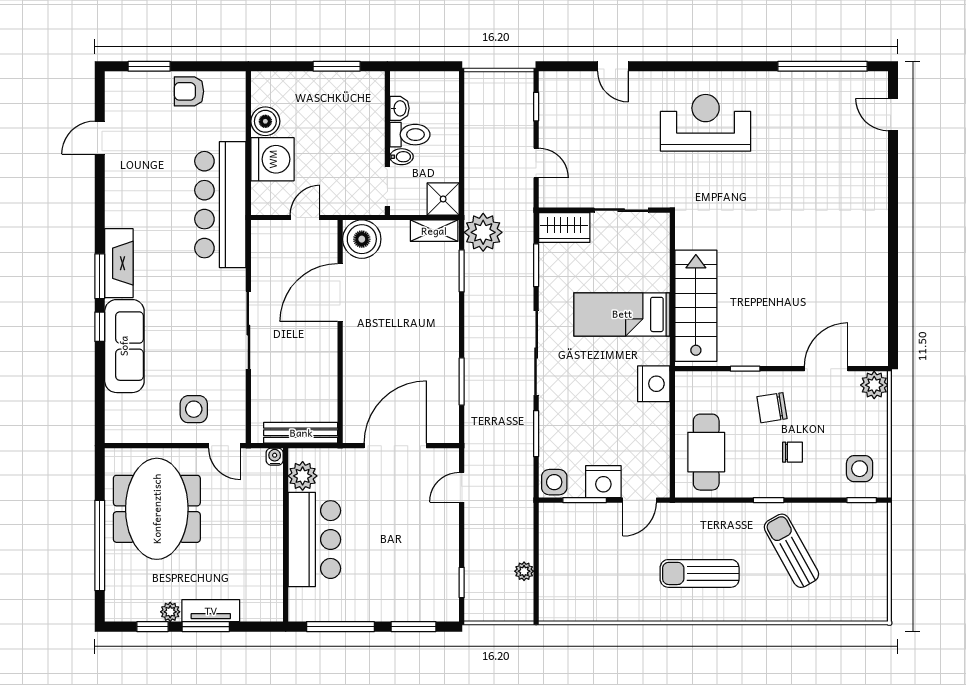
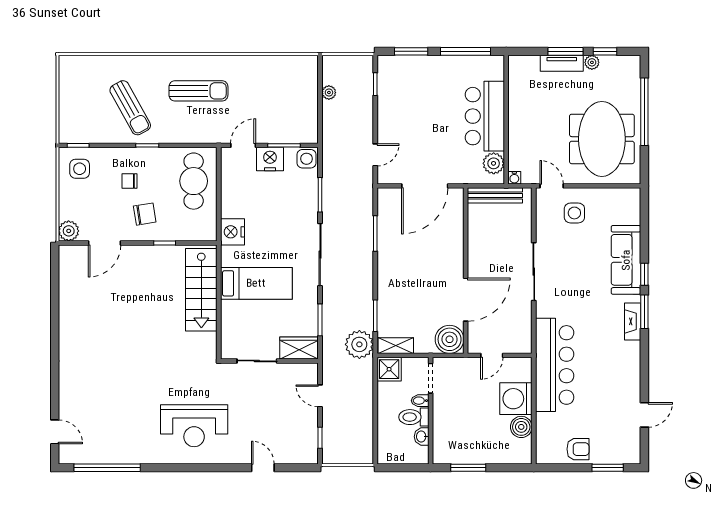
fireplace: (119, 263) -> (633, 321), width x0.73, depth x0.76

